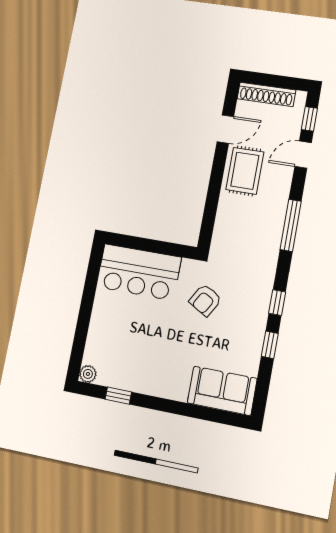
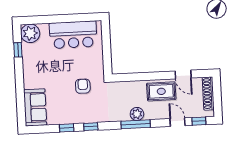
plant: (273, 219) -> (137, 114), added
bar counter: (139, 272) -> (73, 35), moved, turned -90
armchair: (205, 300) -> (83, 86), turned 60
plant: (88, 374) -> (30, 33), width x1.88, depth x1.88

